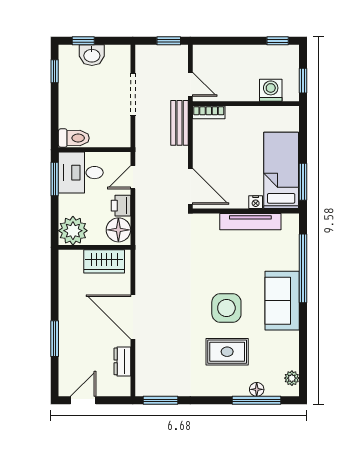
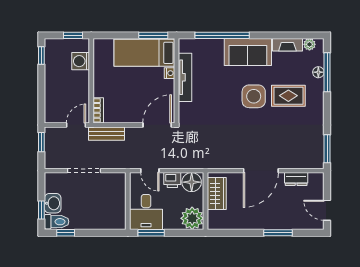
toilet: (74, 138) -> (57, 222), moved, turned 90
fireplace: (291, 350) -> (287, 45), added
rug: (227, 352) -> (288, 96), turned 90

